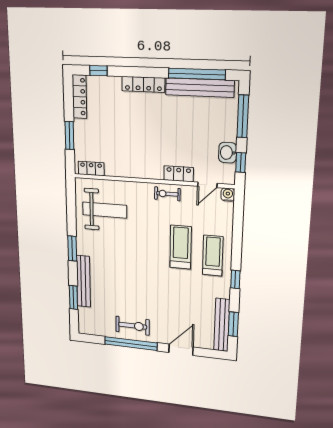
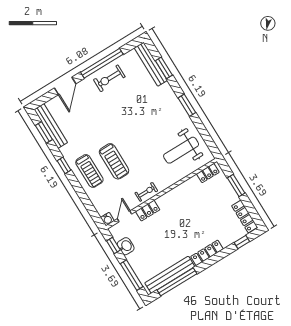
bench: (83, 281) -> (151, 64), moved

